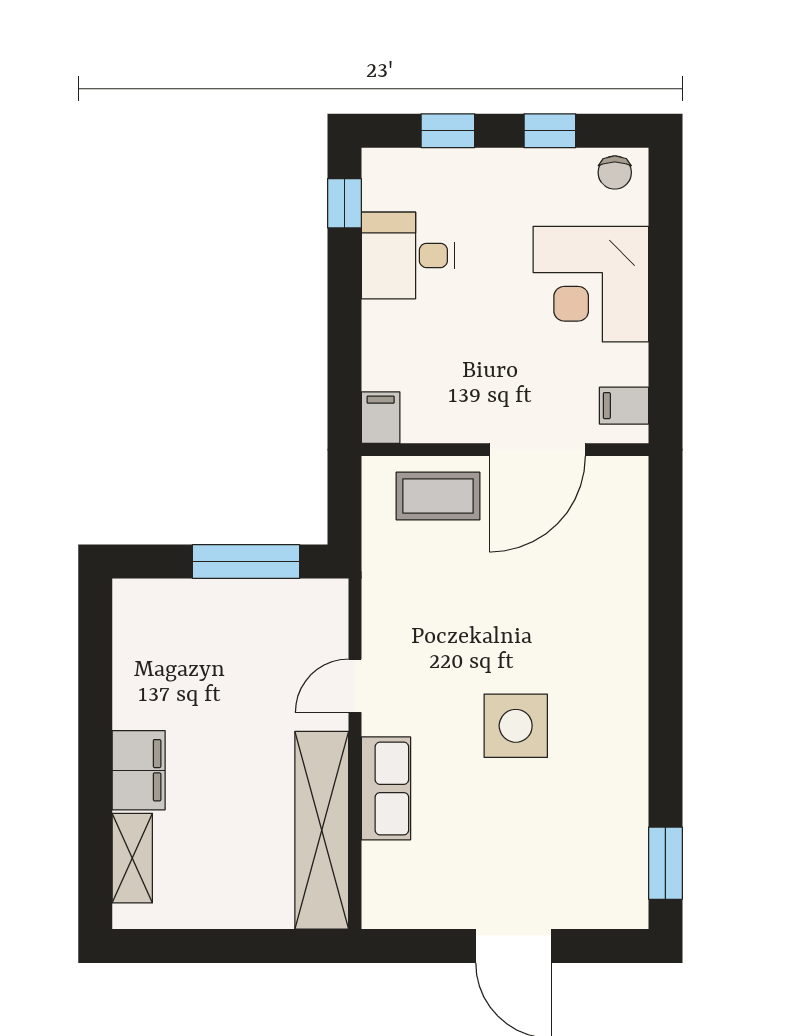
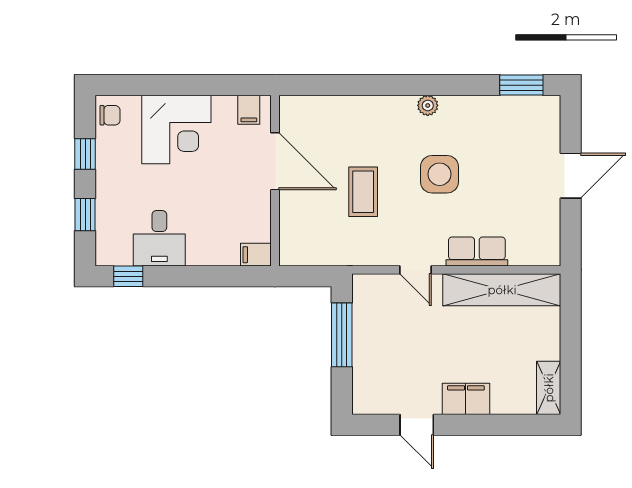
coffee table: (438, 496) -> (363, 192), moved
door: (95, 688) -> (417, 425), added
plant: (631, 706) -> (428, 105), added
shelving: (132, 858) -> (549, 388), moved, turned 90

